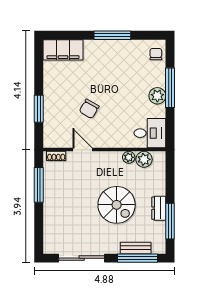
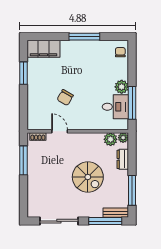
window: (170, 88) -> (132, 103), moved
window: (39, 109) -> (23, 73), moved
desk: (150, 133) -> (115, 107), moved
plant: (129, 157) -> (123, 138), moved
dresser: (159, 208) -> (123, 159), moved
bench: (136, 248) -> (116, 213), moved

